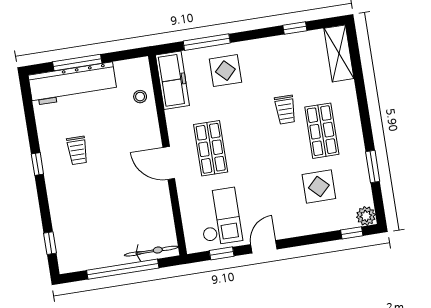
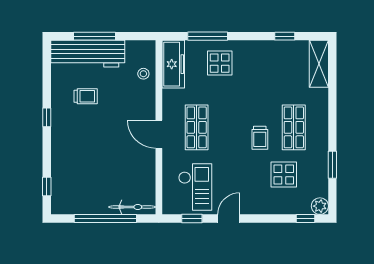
trolley: (285, 110) -> (260, 138), moved
trolley: (77, 150) -> (86, 96), moved, turned -90

